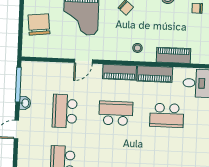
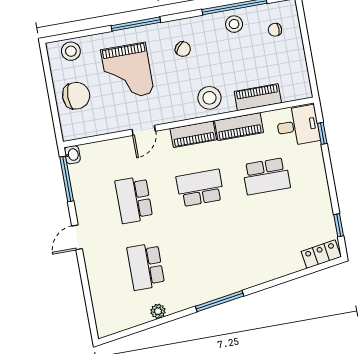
chair: (39, 24) -> (76, 96), turned 96
stool: (137, 48) -> (209, 98), width x1.89, depth x1.89
washbasin: (25, 103) -> (72, 155), moved

